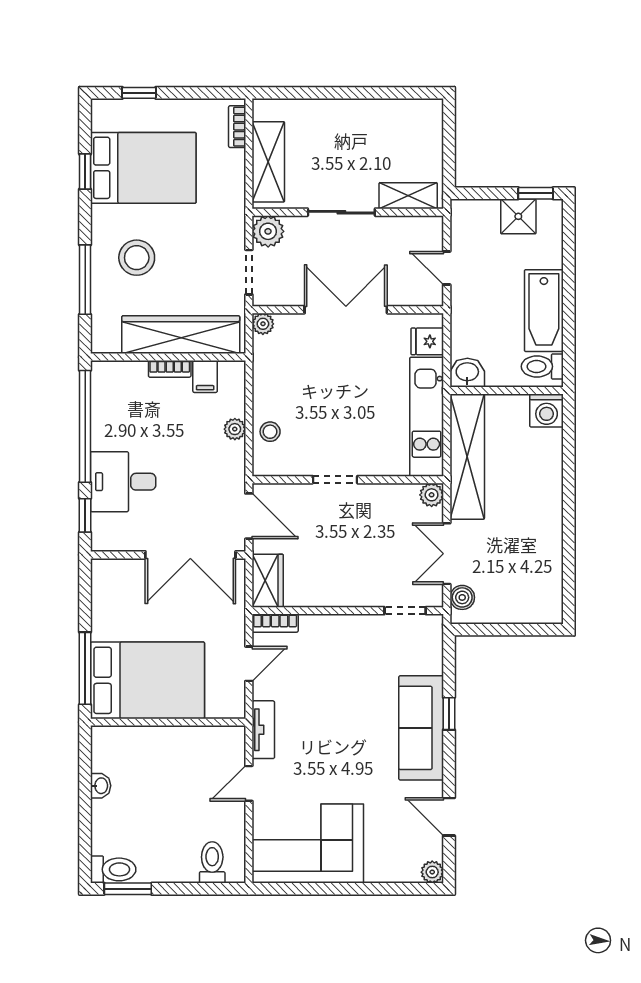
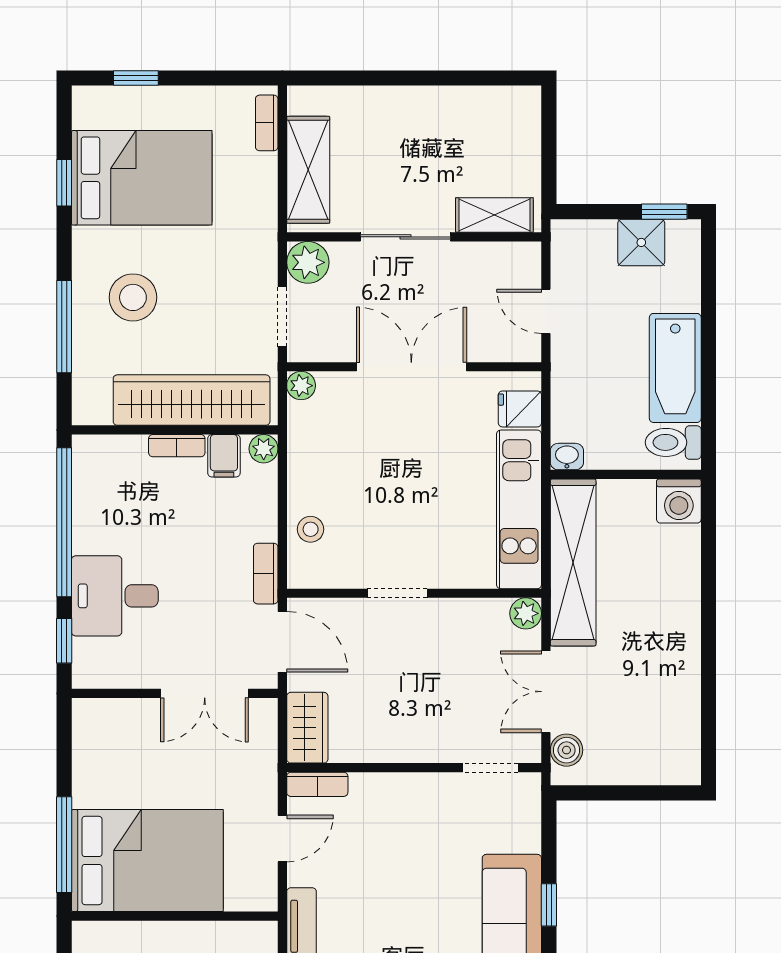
washbasin: (467, 373) -> (567, 457), width x0.72, depth x0.69
plant: (235, 429) -> (264, 449), moved
bookcase: (236, 465) -> (266, 574), added
double door: (190, 555) -> (205, 693), width x0.73

